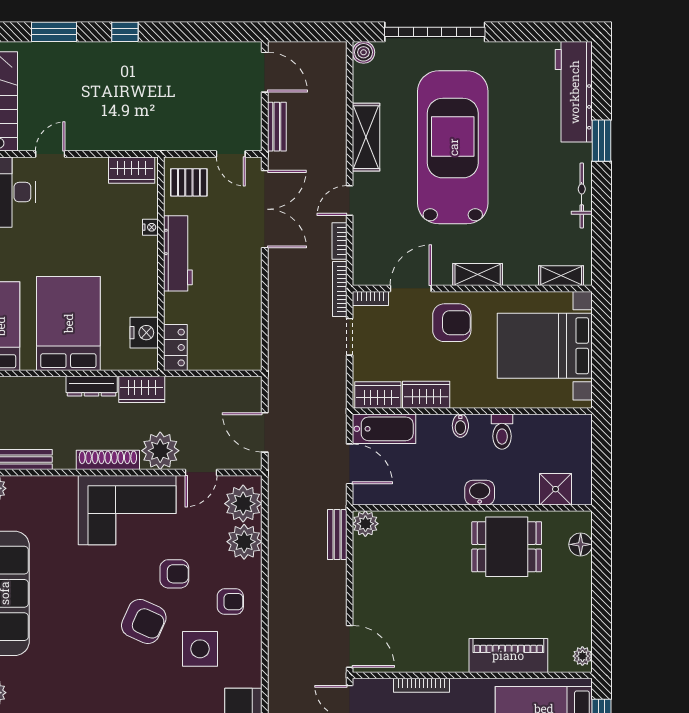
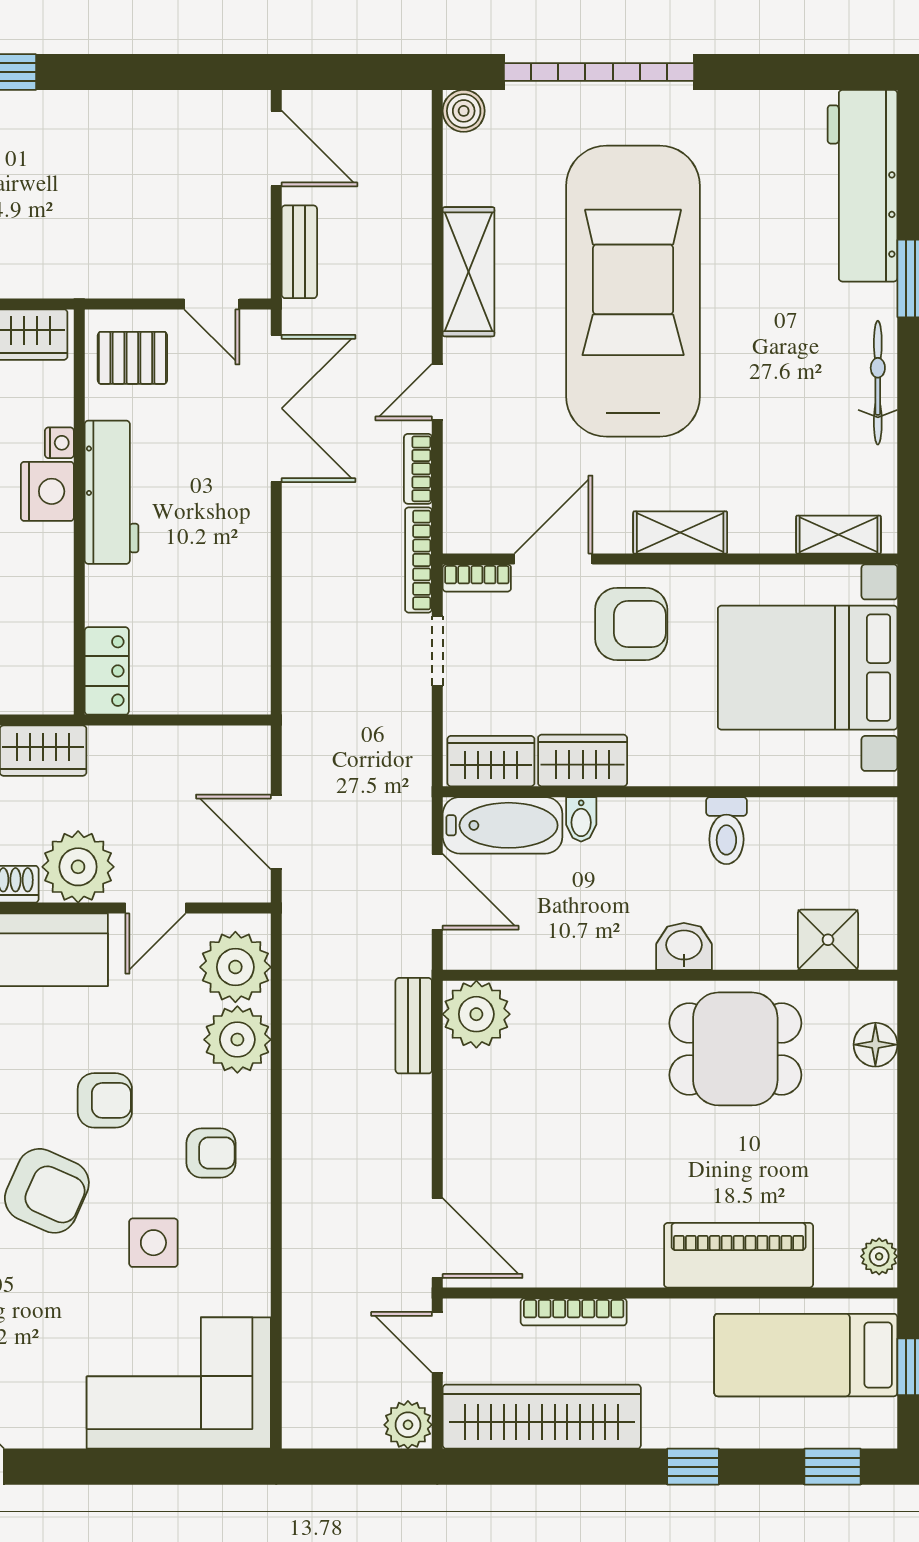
nightstand: (144, 333) -> (47, 491), moved
bidet: (460, 426) -> (581, 819), moved
plant: (365, 524) -> (476, 1014), width x1.36, depth x1.36
side table: (200, 649) -> (153, 1243), width x0.73, depth x0.73

